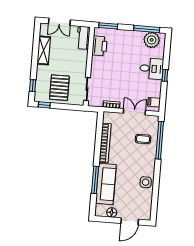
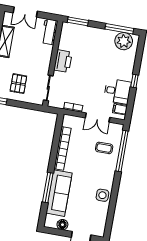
printer: (99, 46) -> (63, 61), moved
desk: (152, 69) -> (117, 91), moved
pallet: (59, 88) -> (18, 84), width x0.67, depth x0.71
double door: (134, 112) -> (98, 118), swing flipped

